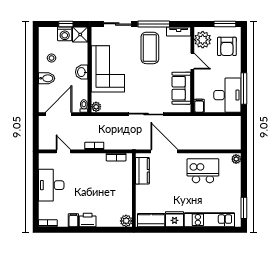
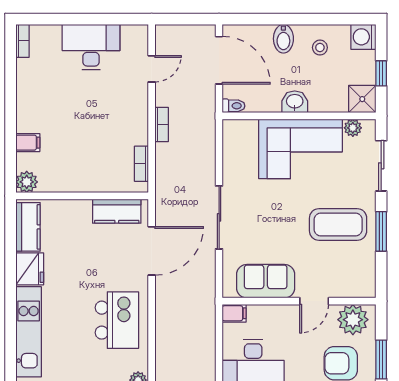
window: (154, 24) -> (381, 231), width x0.69
tv unit: (179, 32) -> (368, 276), removed
washing machine: (65, 34) -> (363, 37), moved
plant: (96, 107) -> (353, 128), moved
filing cabinet: (73, 220) -> (28, 143), moved
printer: (88, 220) -> (28, 113), removed

